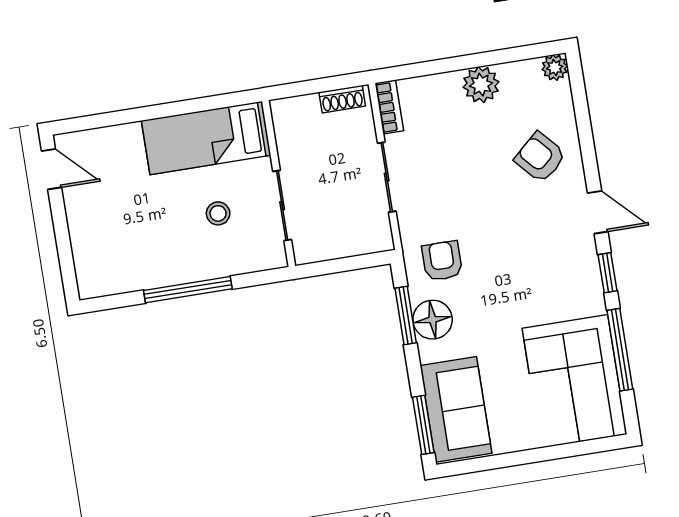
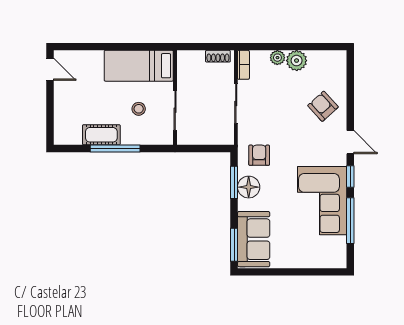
plant: (555, 67) -> (277, 58), moved
cot: (160, 269) -> (101, 135), added
corner sofa: (575, 381) -> (322, 201), moved

